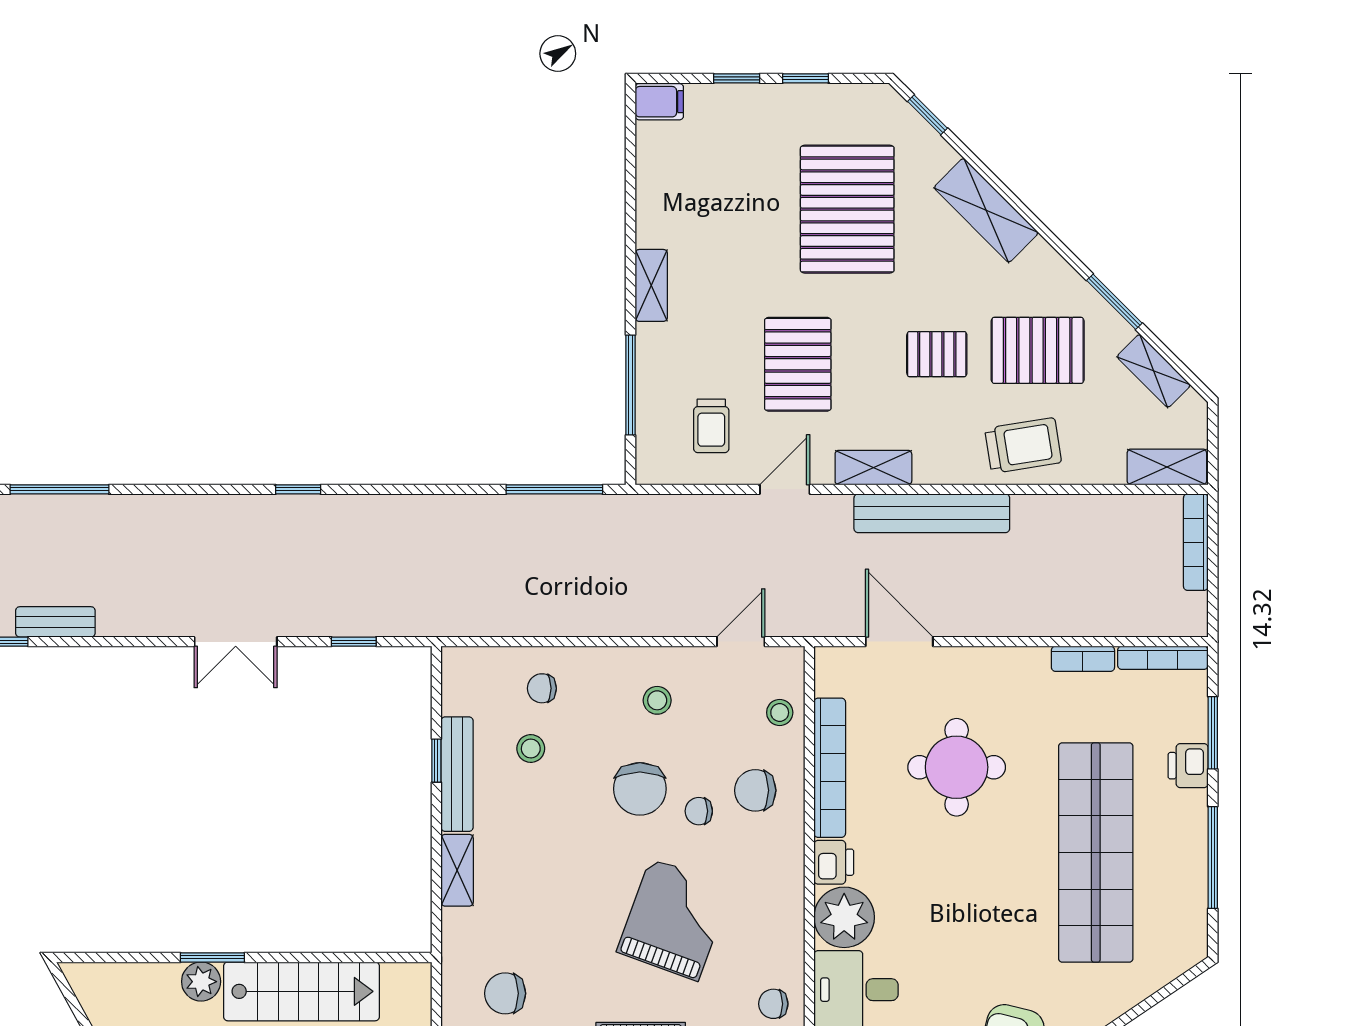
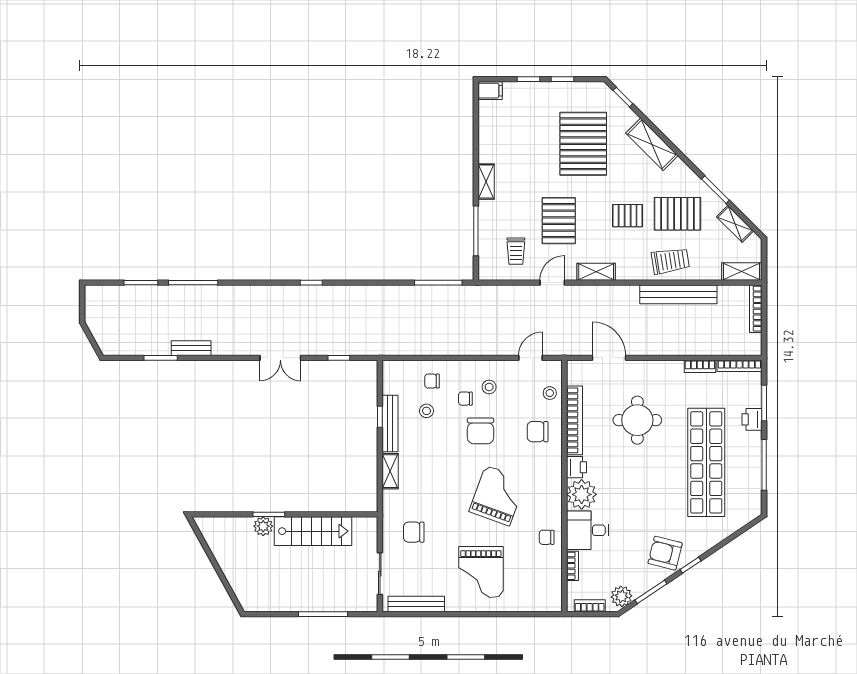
bench: (932, 513) -> (678, 294), moved
chair: (699, 811) -> (465, 399), moved

